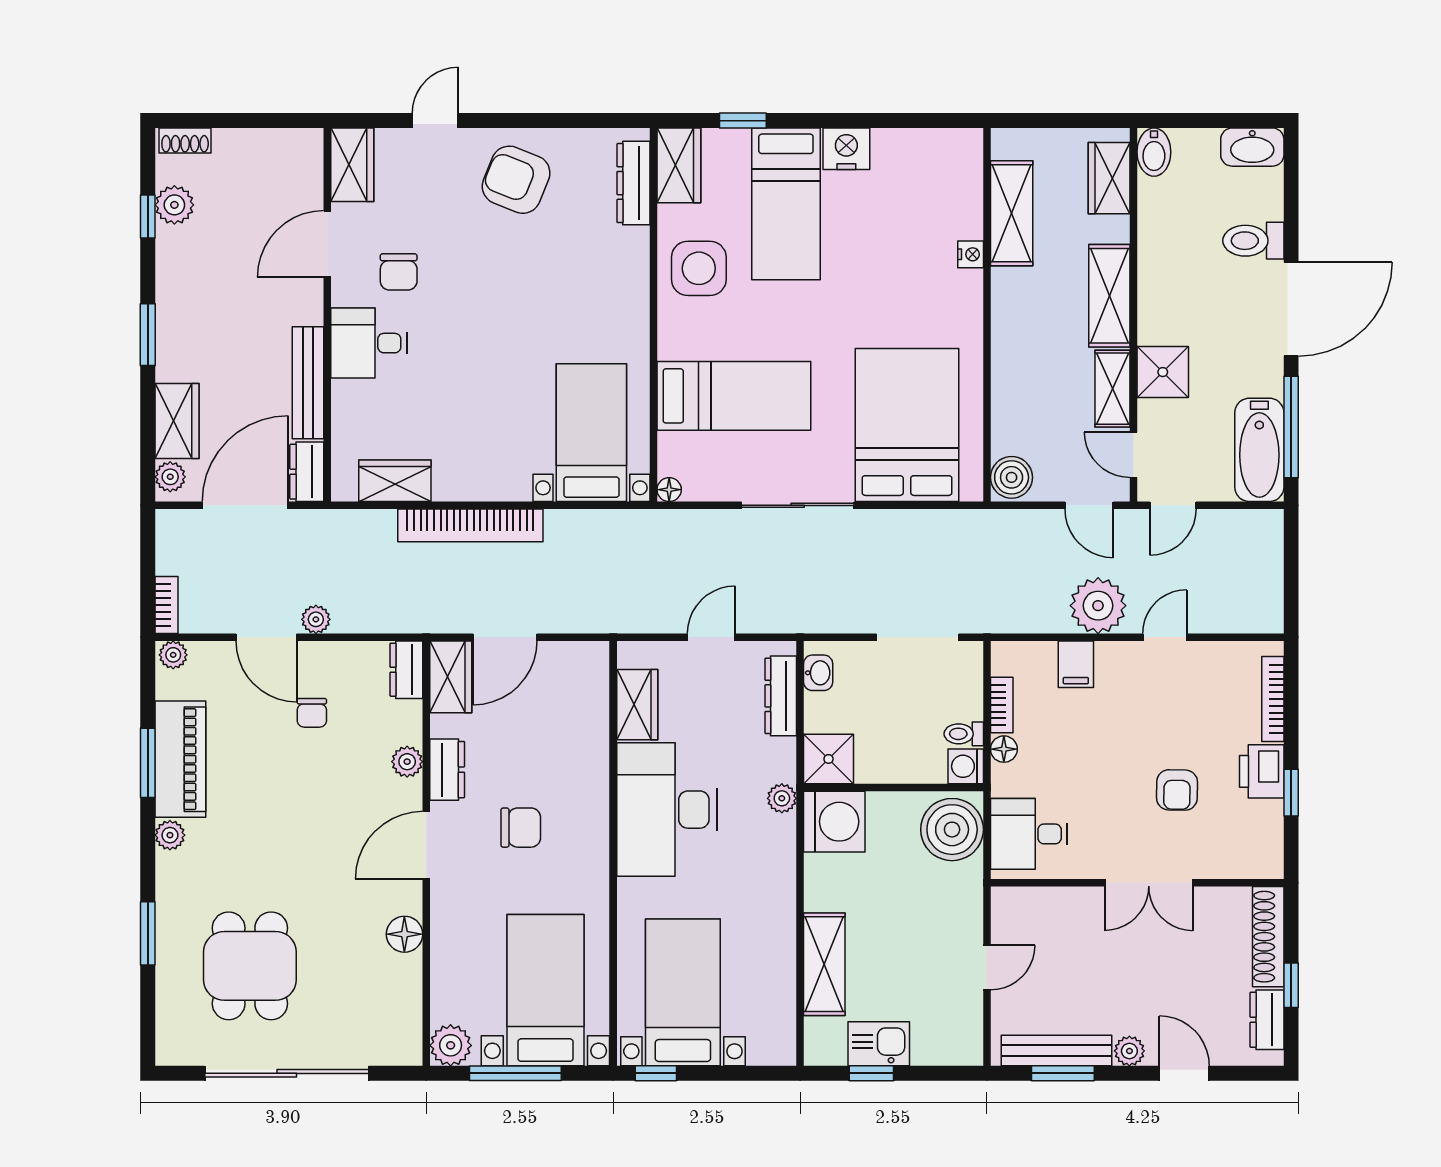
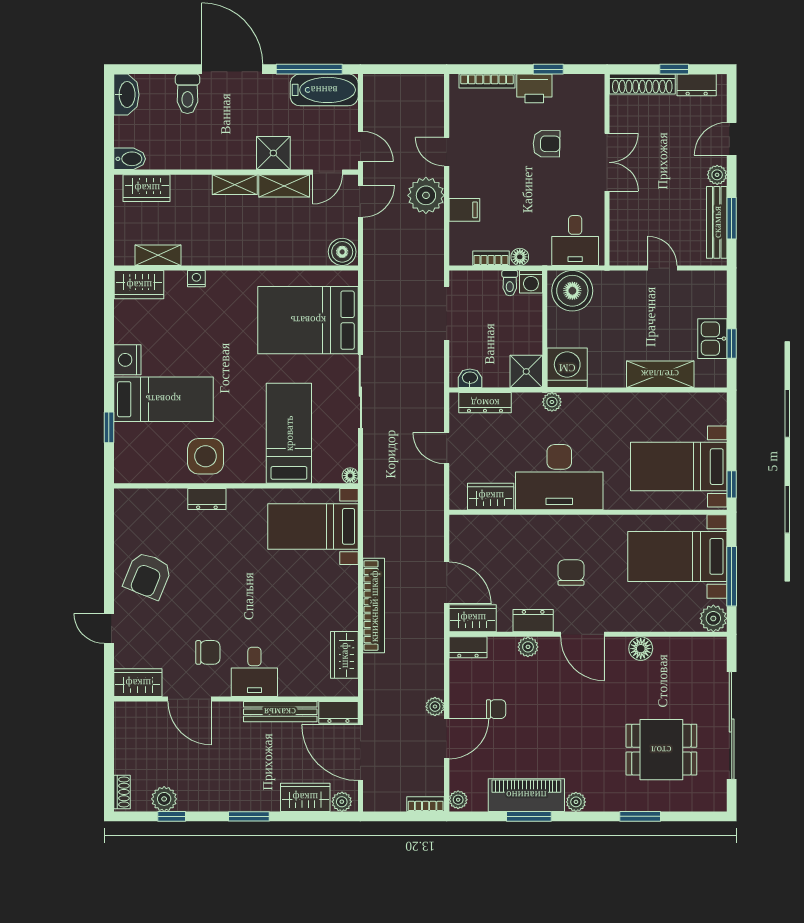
wardrobe: (679, 165) -> (139, 285), moved, turned 180
dresser: (633, 183) -> (207, 499), moved, width x0.70
shelving: (1012, 213) -> (158, 255), width x0.67, depth x0.75
shelving: (1109, 296) -> (235, 185), width x0.67, depth x0.75

